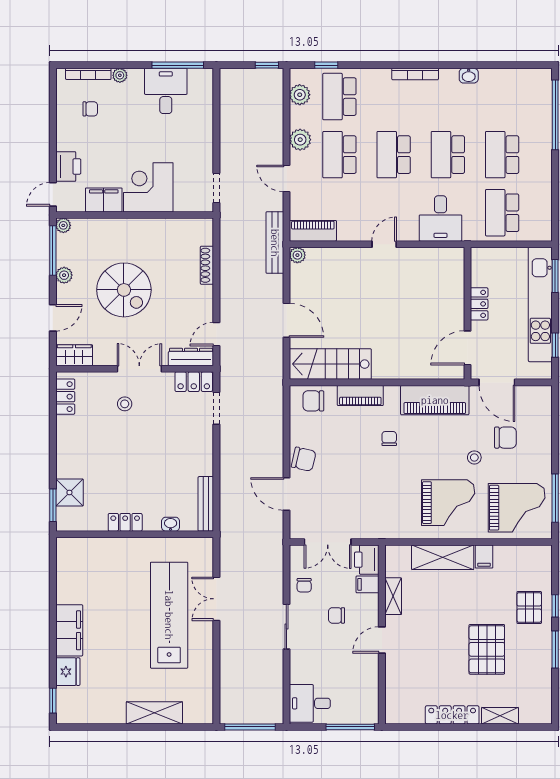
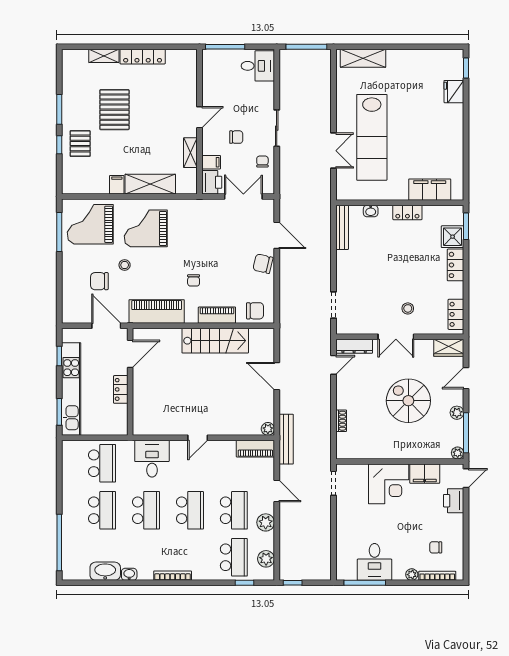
washbasin: (498, 79) -> (105, 571), added
shoe rack: (207, 265) -> (341, 421), width x0.70
stairs: (330, 364) -> (215, 341), moved
locker: (194, 382) -> (456, 265), moved, turned -90
filing cabinet: (69, 630) -> (430, 190), moved, turned 90
shelving: (154, 713) -> (363, 58), moved

